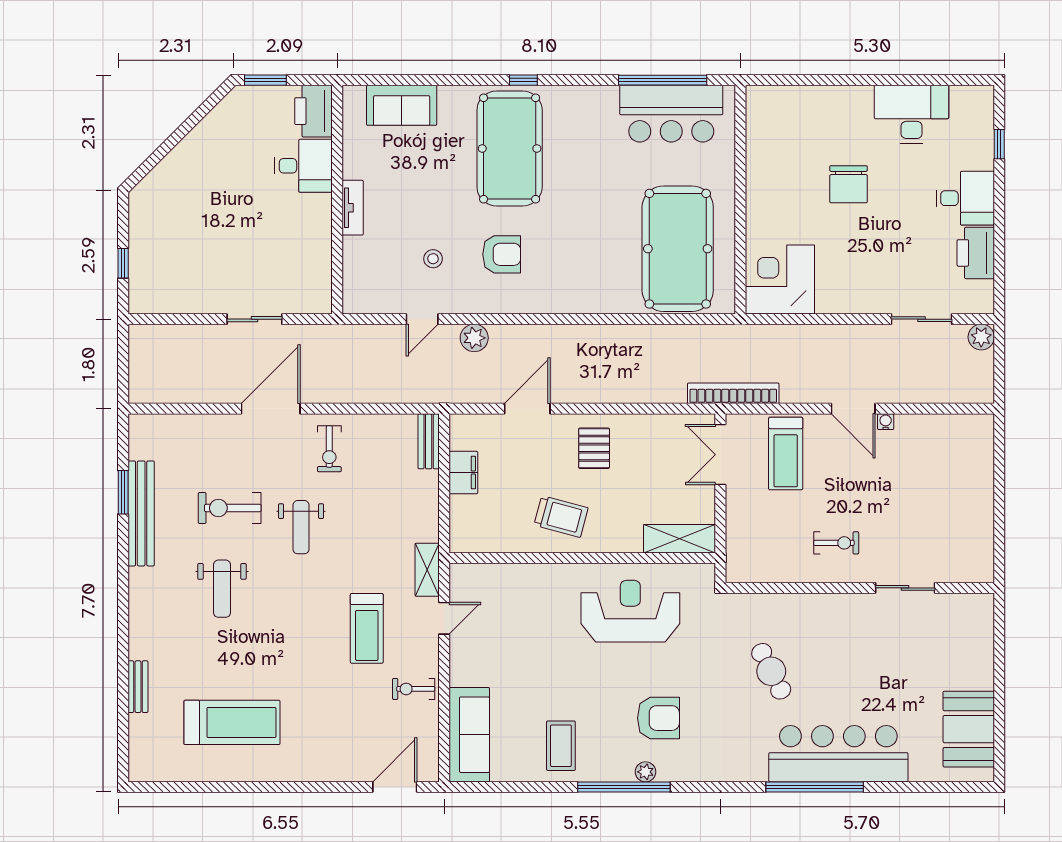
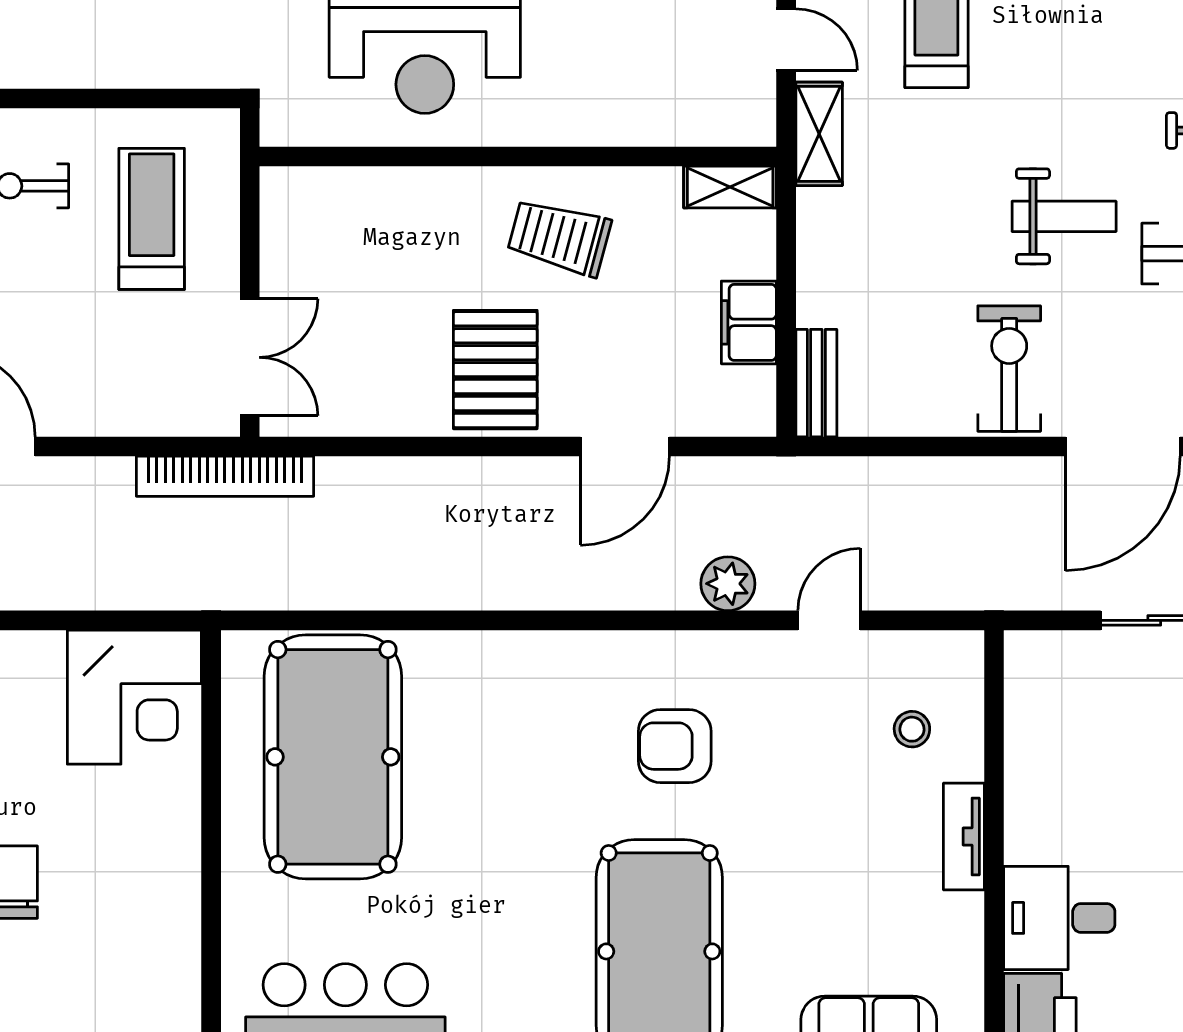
stool: (433, 259) -> (912, 729), moved
pallet: (594, 448) -> (495, 370), width x1.50, depth x1.42
exercise bike: (329, 449) -> (1009, 369), width x1.38, depth x1.39
treadmill: (786, 454) -> (152, 219), moved
weight bench: (301, 527) -> (1064, 216), turned 90
shelving: (680, 539) -> (730, 187), moved, width x0.67, depth x0.75
door: (444, 618) -> (786, 40), swing flipped

